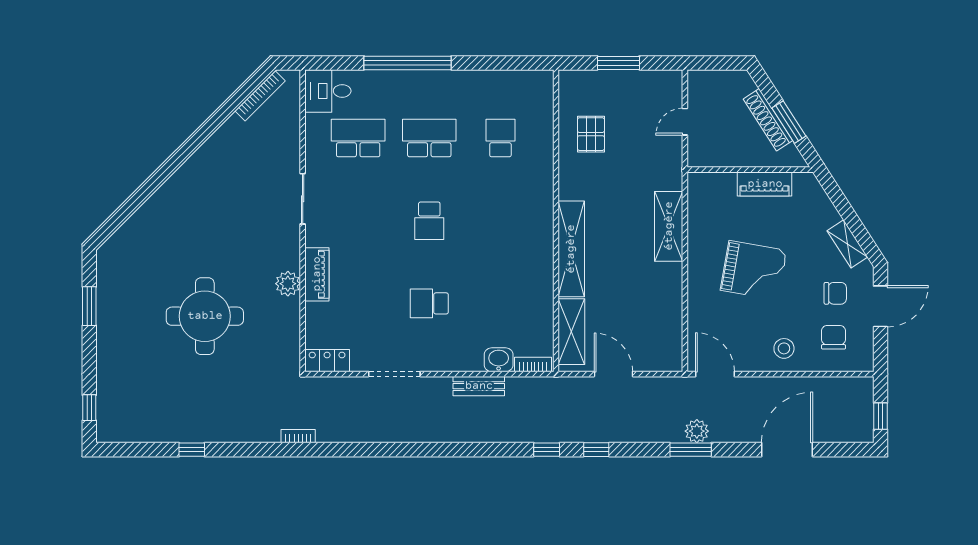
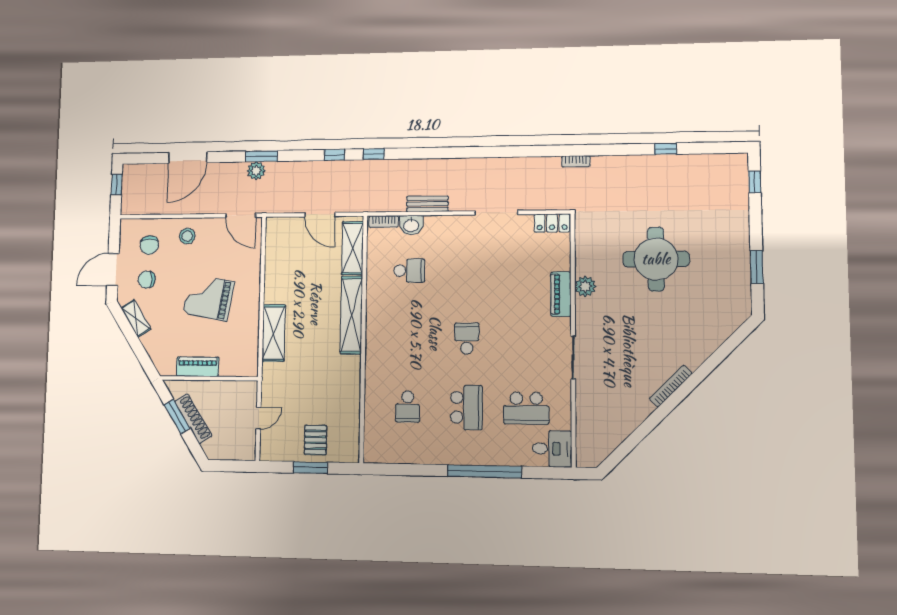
bookcase: (260, 96) -> (671, 386), moved
pallet: (591, 134) -> (315, 440), moved
school desk: (429, 138) -> (466, 407), turned -90
school desk: (429, 303) -> (409, 271), moved

